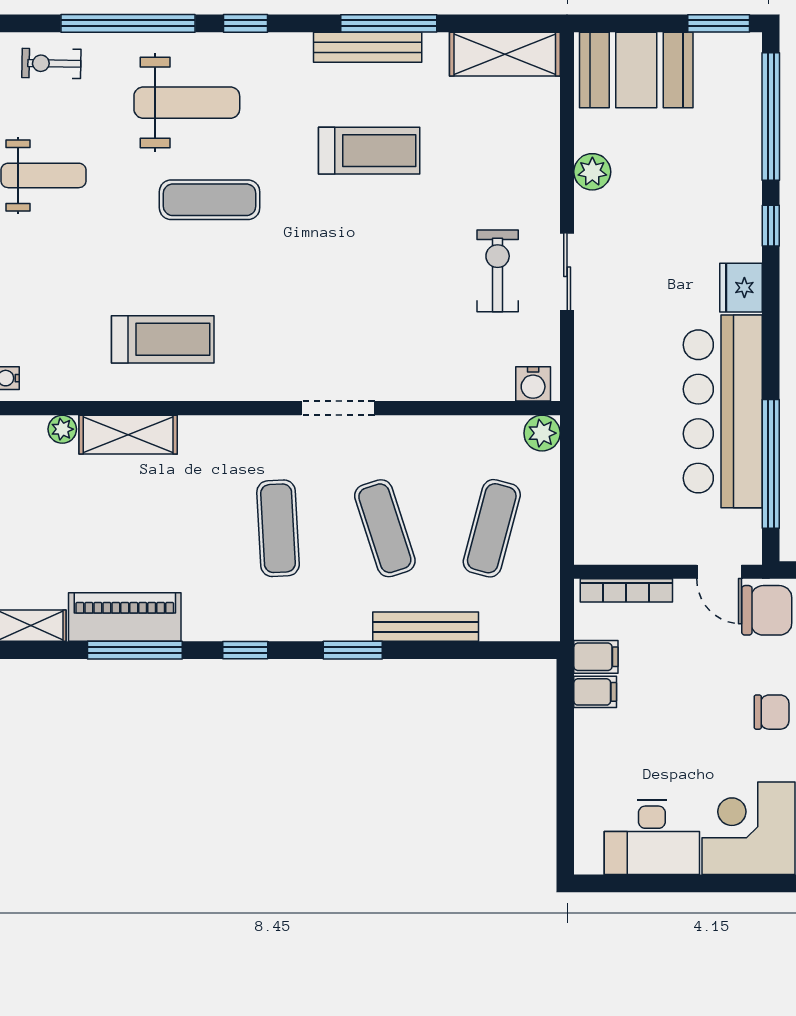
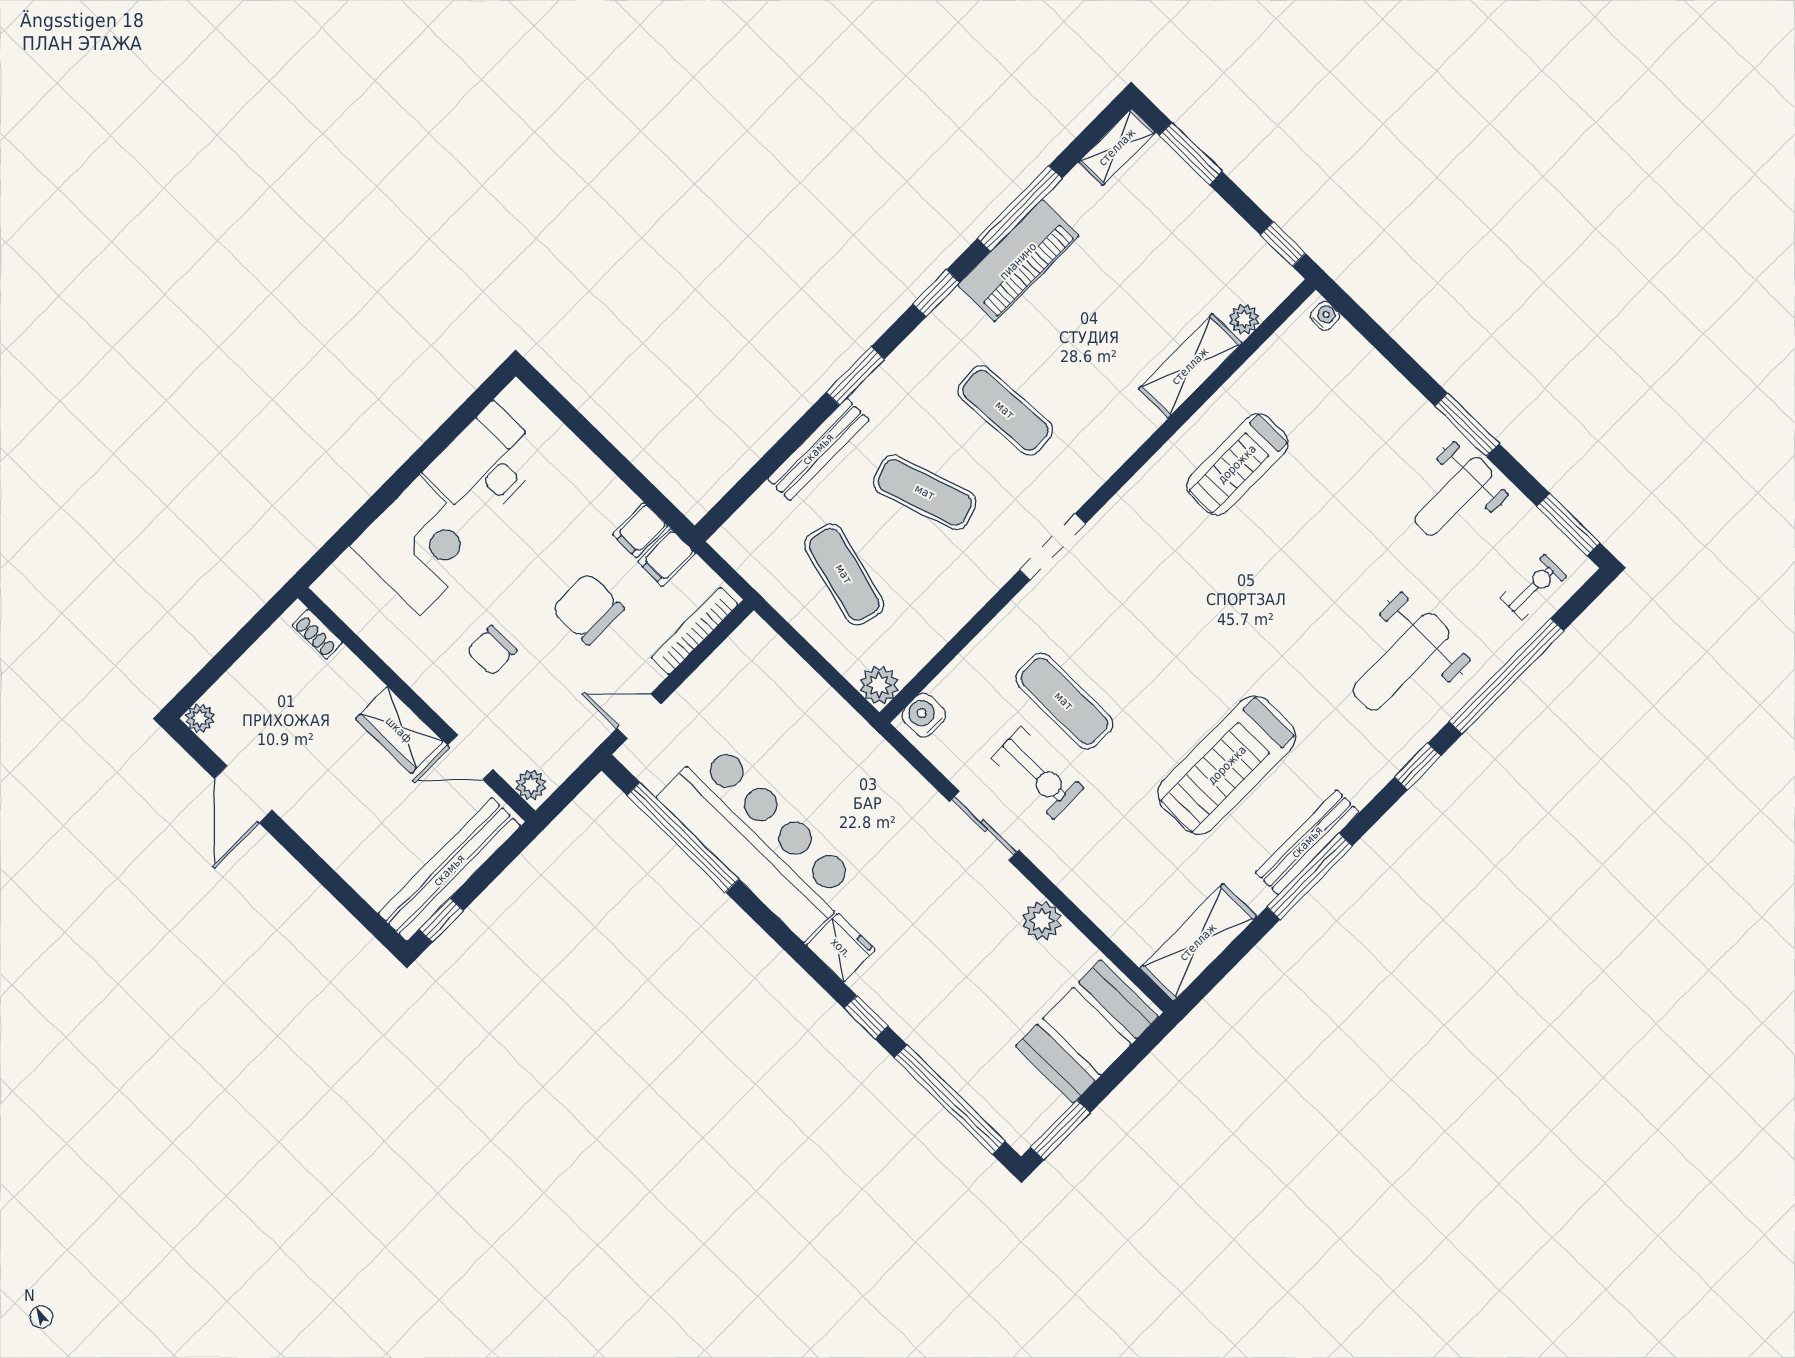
treadmill: (369, 151) -> (1227, 765), width x1.37, depth x1.38
exercise mat: (210, 200) -> (1064, 701), moved, turned 90
chair: (767, 610) -> (588, 609), moved, turned 90
piano: (125, 617) -> (1018, 261), moved

